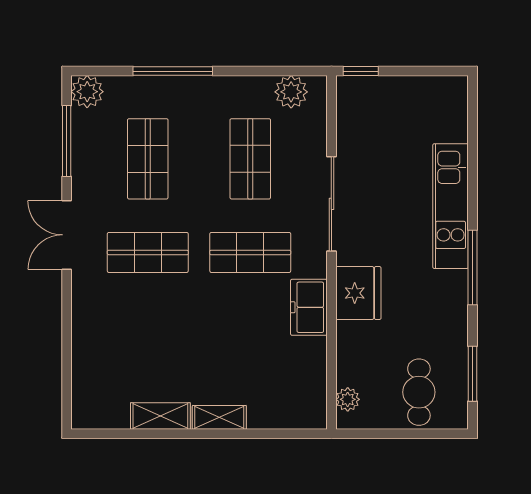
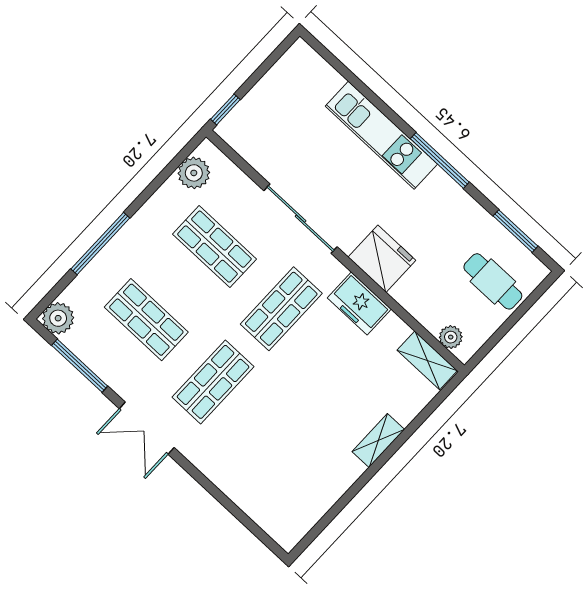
shelving: (160, 416) -> (427, 360), moved, turned 90

